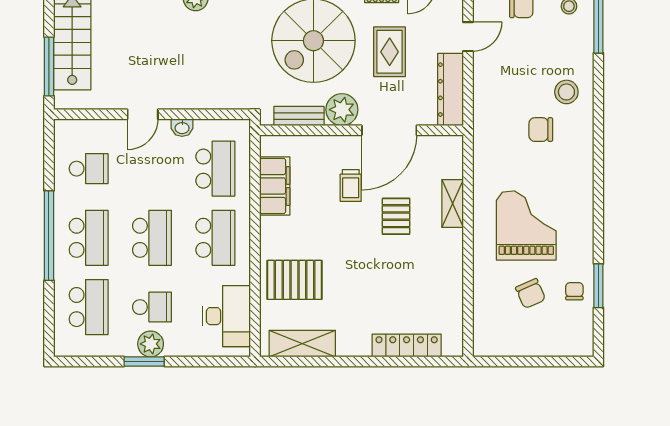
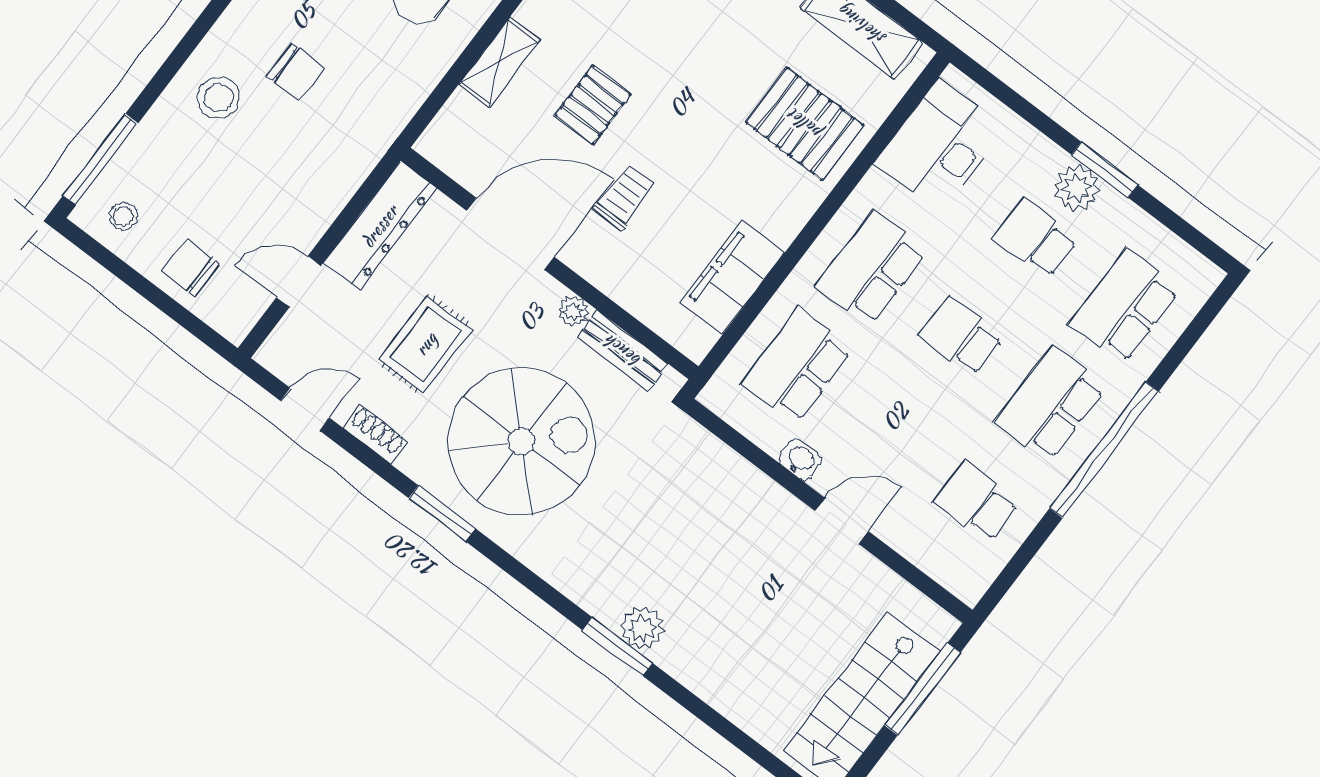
plant: (342, 110) -> (574, 311), width x0.53, depth x0.53
school desk: (152, 238) -> (961, 336), width x0.54

